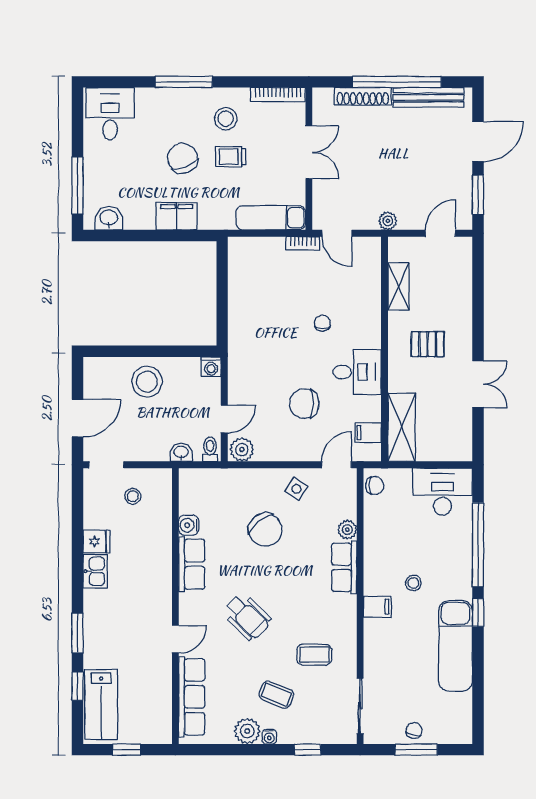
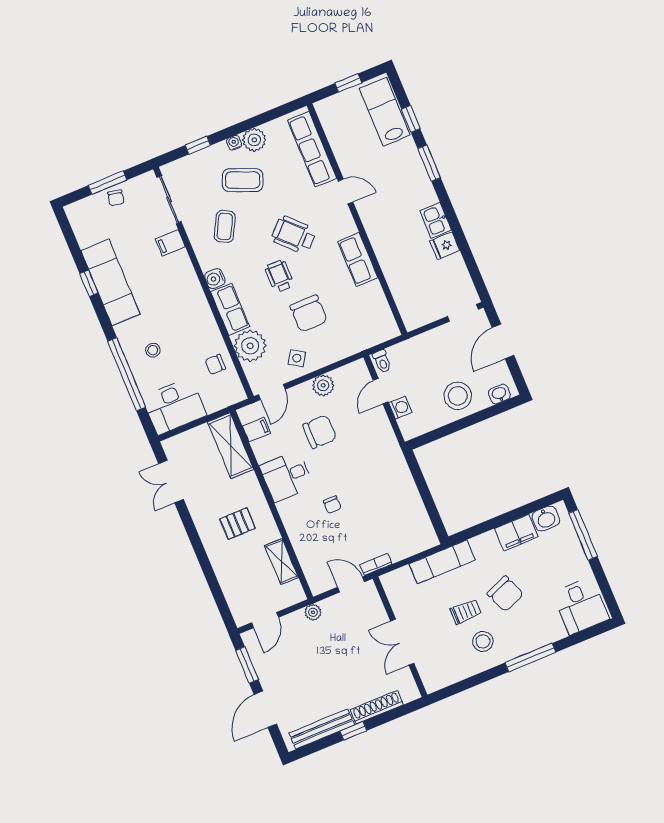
window: (397, 82) -> (353, 731), width x0.32
bookcase: (278, 95) -> (448, 679), removed
filing cabinet: (177, 216) -> (516, 533), moved
exam couch: (271, 218) -> (442, 562), moved
washing machine: (211, 367) -> (400, 408), moved, turned 90
double door: (478, 384) -> (171, 481), moved
plant: (242, 450) -> (323, 385), moved
washbasin: (181, 452) -> (499, 394), moved, turned 180
chair: (375, 486) -> (215, 364), moved
stool: (133, 496) -> (430, 296), removed
water cooler: (189, 525) -> (215, 279), moved, turned 180
chair: (265, 530) -> (309, 313), turned -141
plant: (347, 530) -> (250, 346), width x1.88, depth x1.88
wheelchair: (279, 580) -> (279, 276), added
stool: (413, 583) -> (153, 350), moved
filing cabinet: (377, 607) -> (170, 243), moved
window: (478, 613) -> (89, 283), moved
door: (175, 639) -> (346, 191), swing flipped
coffee table: (314, 655) -> (225, 226), turned -62
coffee table: (276, 695) -> (243, 180), width x1.36, depth x1.30

